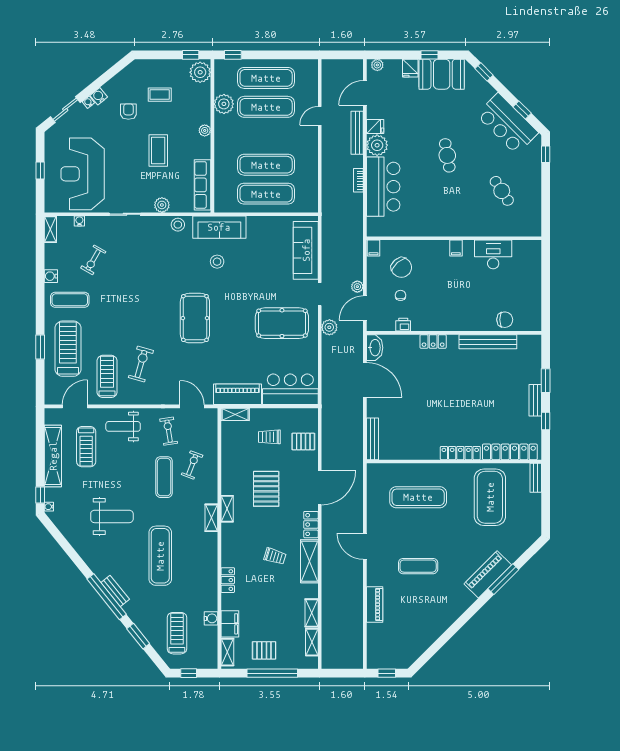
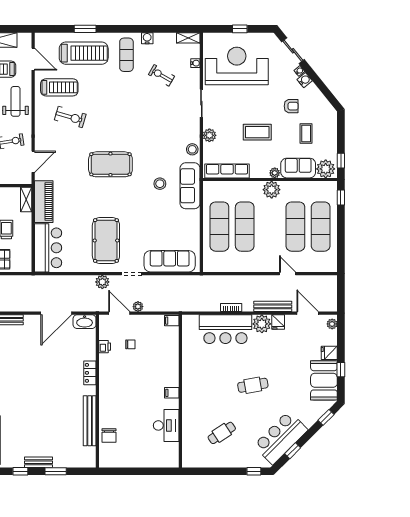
sofa: (199, 104) -> (298, 168), added
plant: (224, 104) -> (272, 190), moved
chair: (401, 268) -> (155, 345), removed

